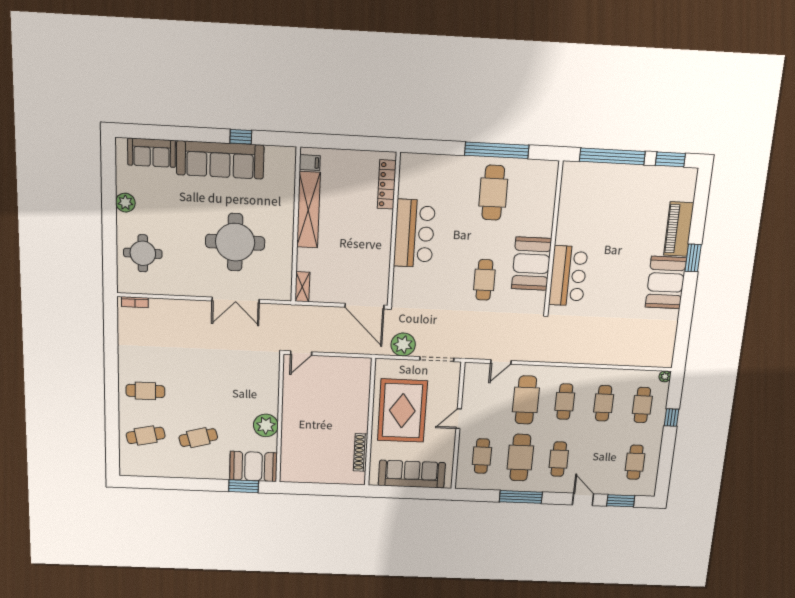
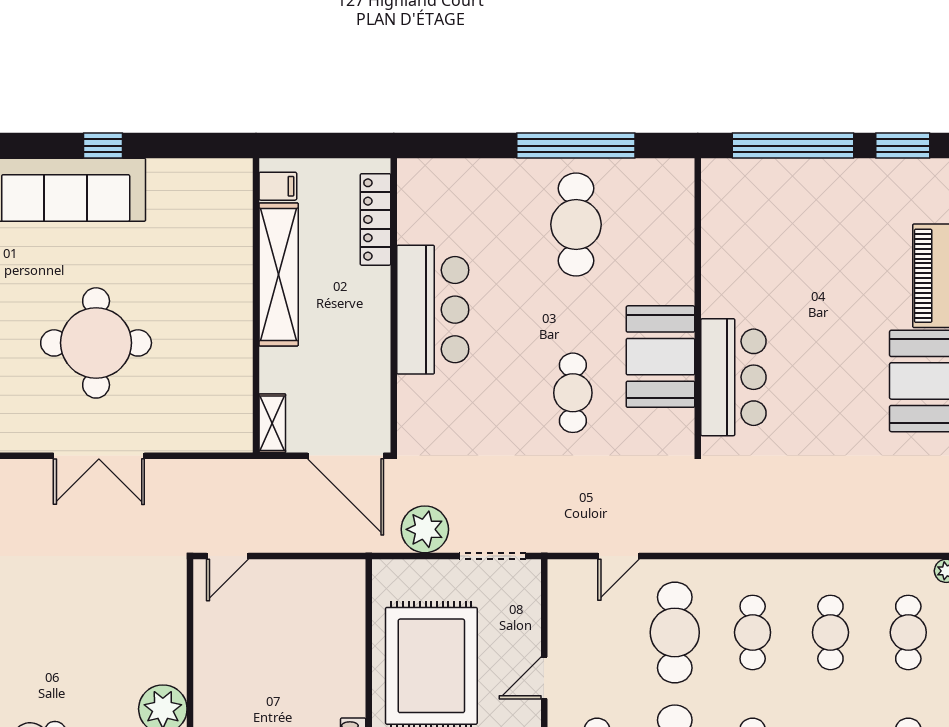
filing cabinet: (310, 163) -> (278, 186), moved
shelving: (308, 210) -> (279, 274), moved
wall: (296, 225) -> (256, 305), moved
shelving: (302, 287) -> (272, 423), moved

